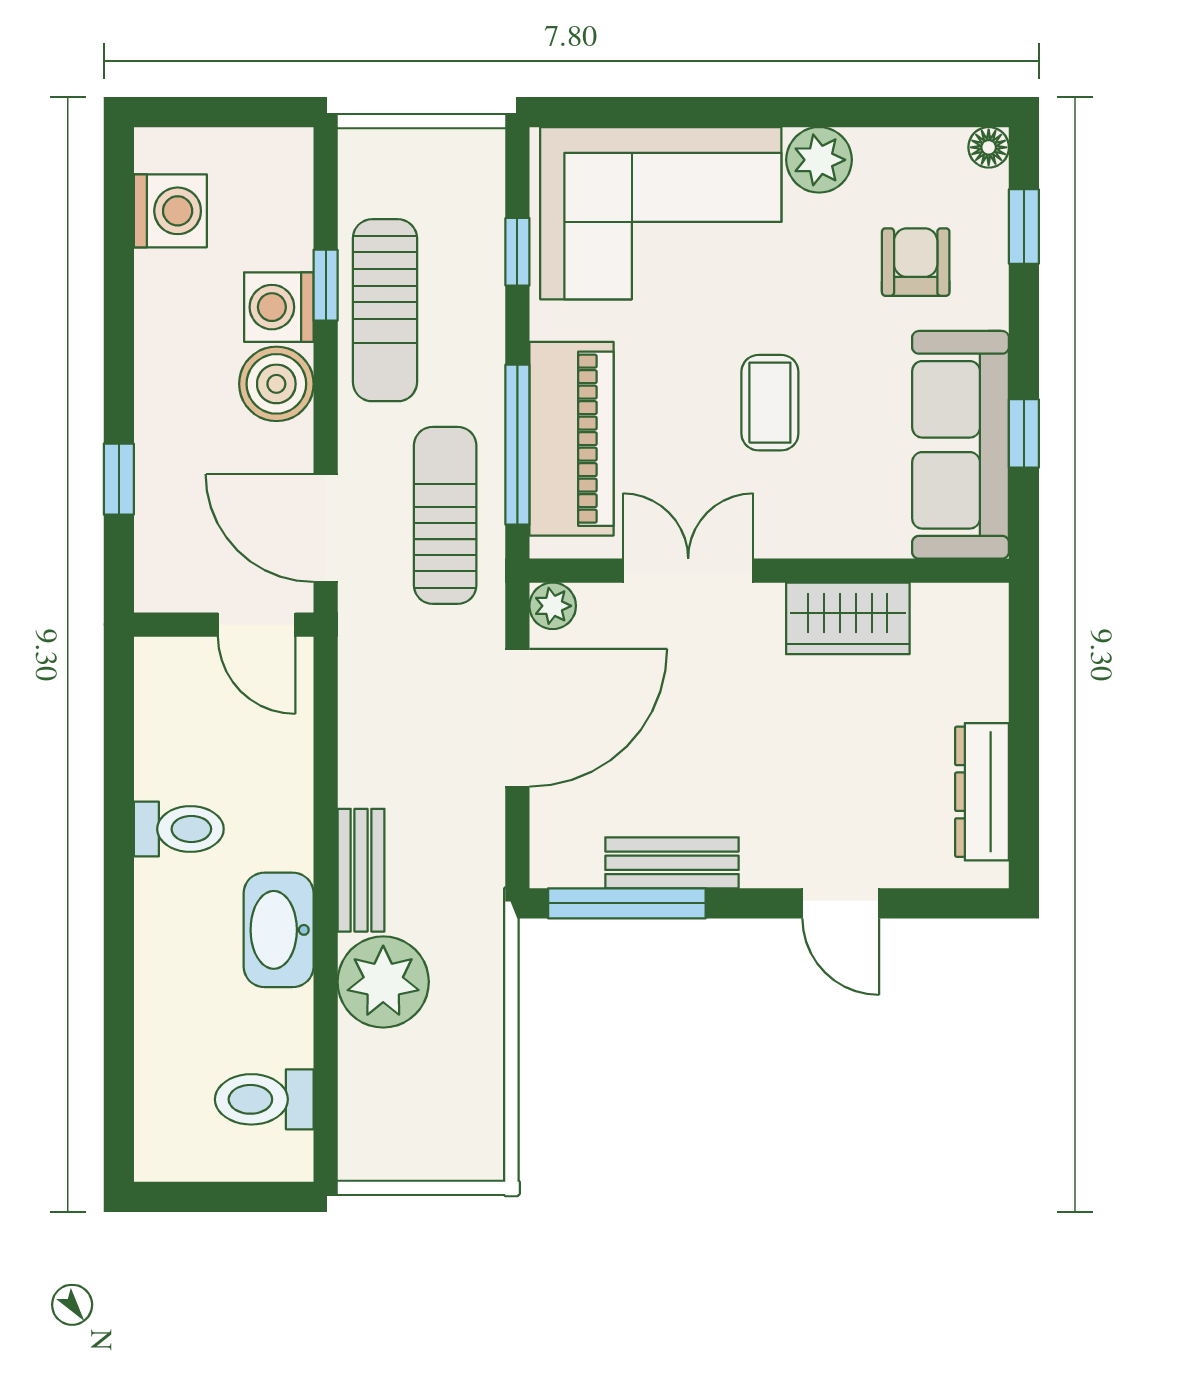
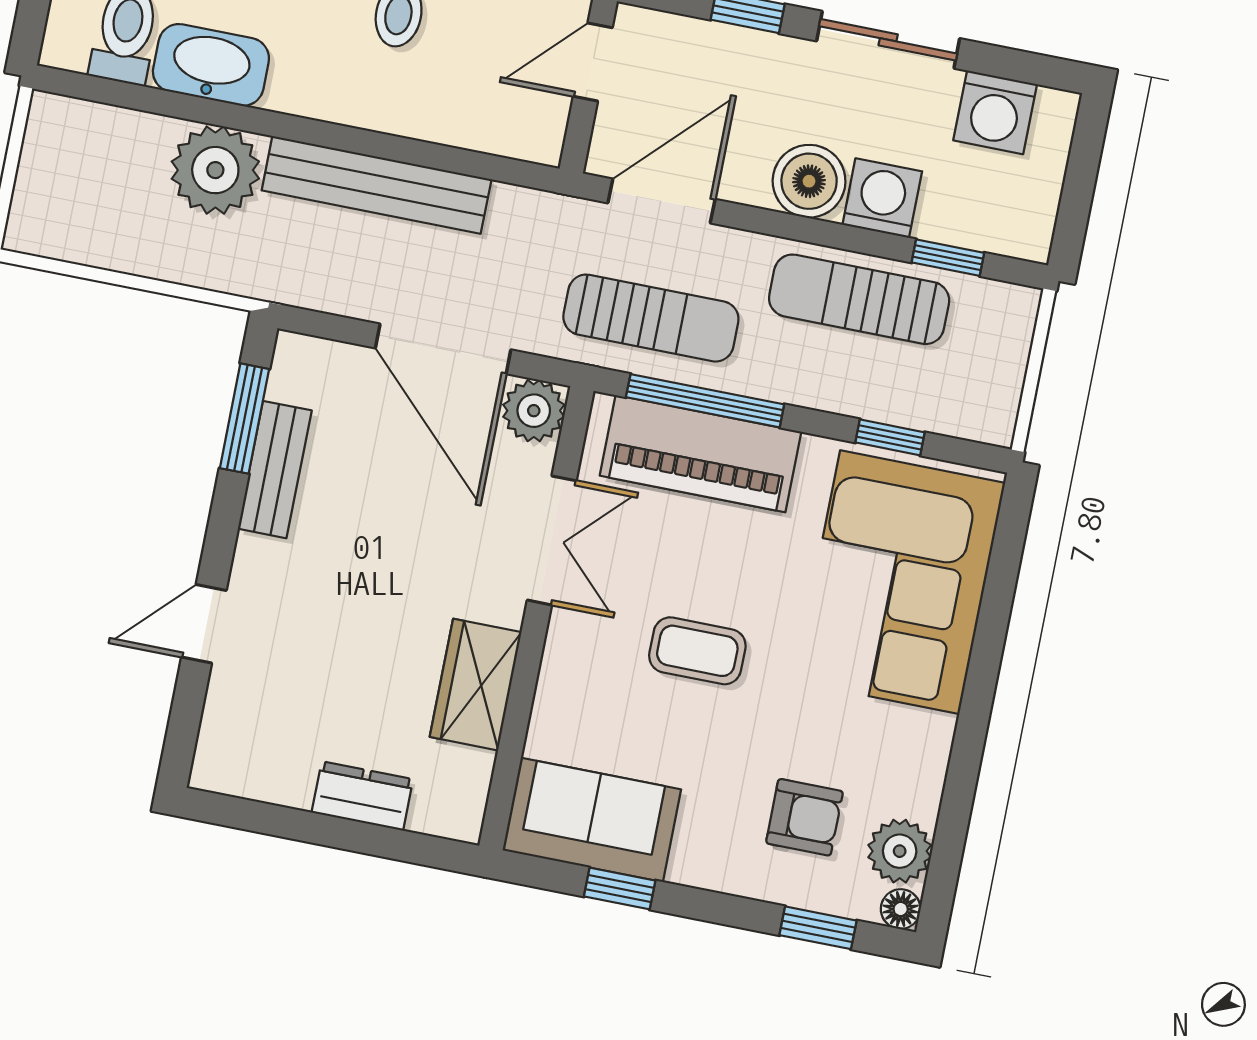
plant: (819, 160) -> (900, 851), moved
window: (326, 285) -> (948, 258), moved
sliding door: (119, 333) -> (888, 40), added
sofa: (961, 445) -> (592, 820), width x0.73
plant: (553, 606) -> (534, 411), width x1.38, depth x1.38
door: (257, 625) -> (593, 62), moved
dresser: (982, 792) -> (362, 796), moved, width x0.70
bench: (361, 870) -> (377, 185), width x1.86, depth x1.21
window: (627, 903) -> (245, 419), width x0.69
washbasin: (279, 930) -> (211, 65), moved

